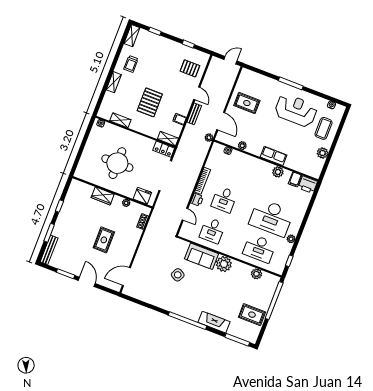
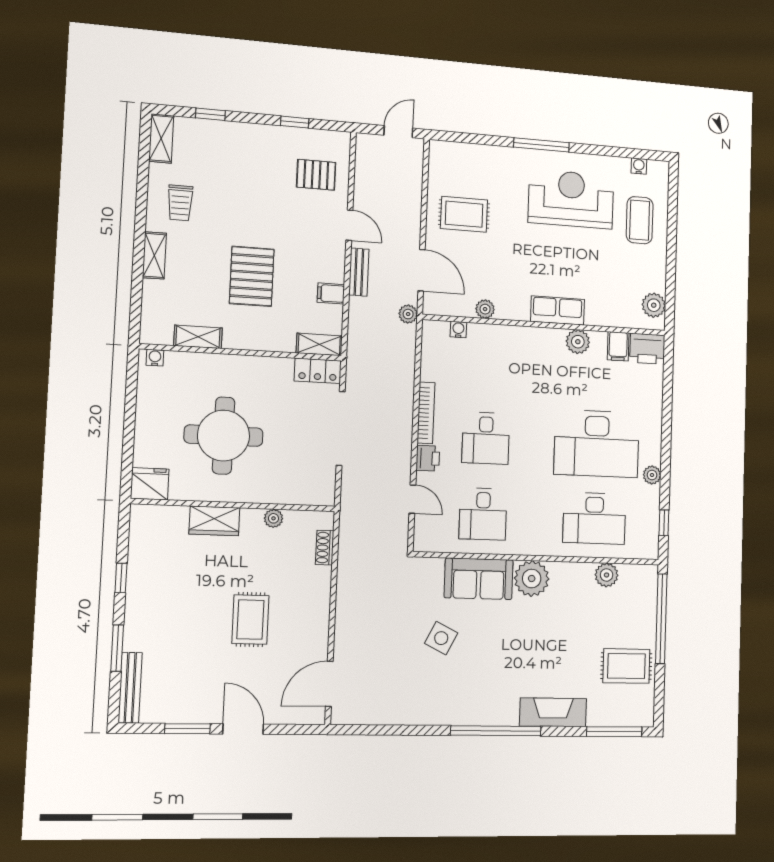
plant: (323, 153) -> (654, 305), moved
fridge: (142, 196) -> (150, 484), moved

